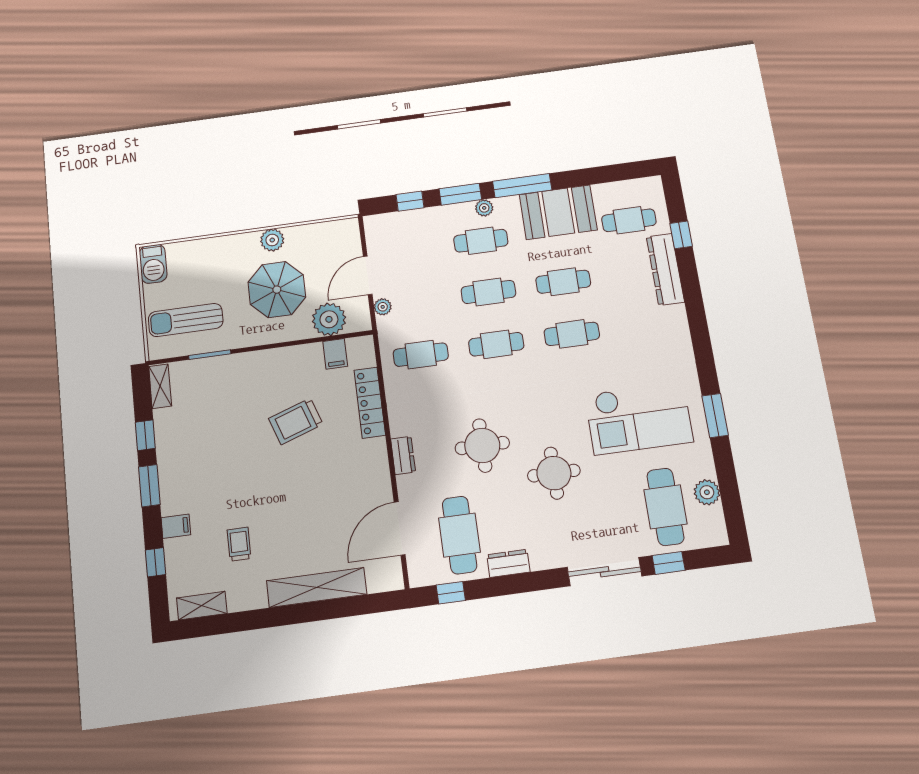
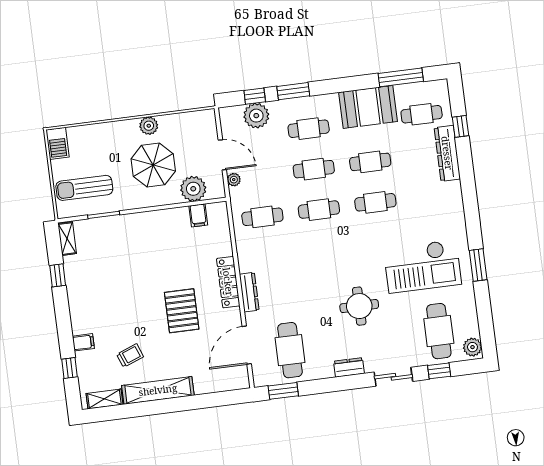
window: (522, 186) -> (401, 77), moved
plant: (484, 208) -> (256, 116), moved, width x1.88, depth x1.88
door: (368, 275) -> (222, 155), swing flipped
locker: (370, 403) -> (228, 282), moved
trolley: (296, 421) -> (170, 266), removed
round table: (482, 446) -> (307, 285), removed
dresser: (403, 455) -> (249, 292), width x1.44
pallet: (311, 482) -> (182, 311), added
window: (149, 486) -> (62, 313), removed
plant: (707, 492) -> (472, 347), moved
trolley: (239, 544) -> (130, 356), turned 69
dresser: (508, 563) -> (349, 367), moved
sliding door: (605, 572) -> (393, 377), width x0.73
shelving: (317, 587) -> (158, 390), moved
window: (451, 593) -> (283, 391), width x1.50

